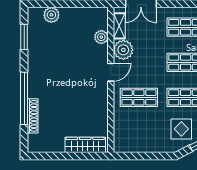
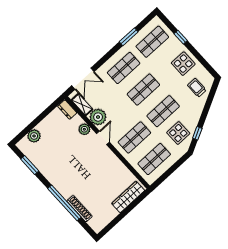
dresser: (102, 18) -> (67, 110), added
plant: (101, 37) -> (84, 129), moved
shop shelf: (139, 133) -> (154, 159), added

